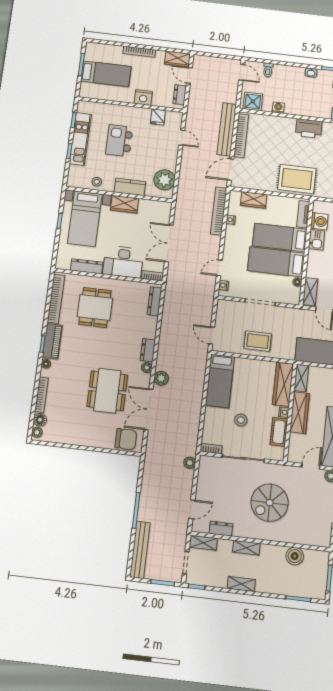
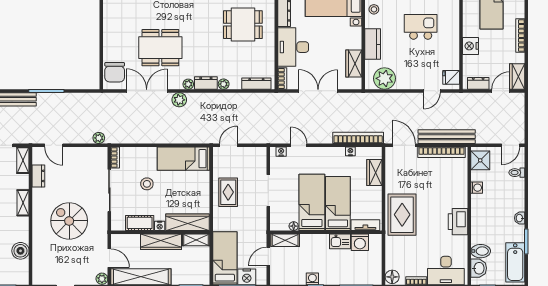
fridge: (158, 117) -> (451, 77), moved
wardrobe: (124, 204) -> (354, 64), moved
plant: (151, 333) -> (224, 84), added

